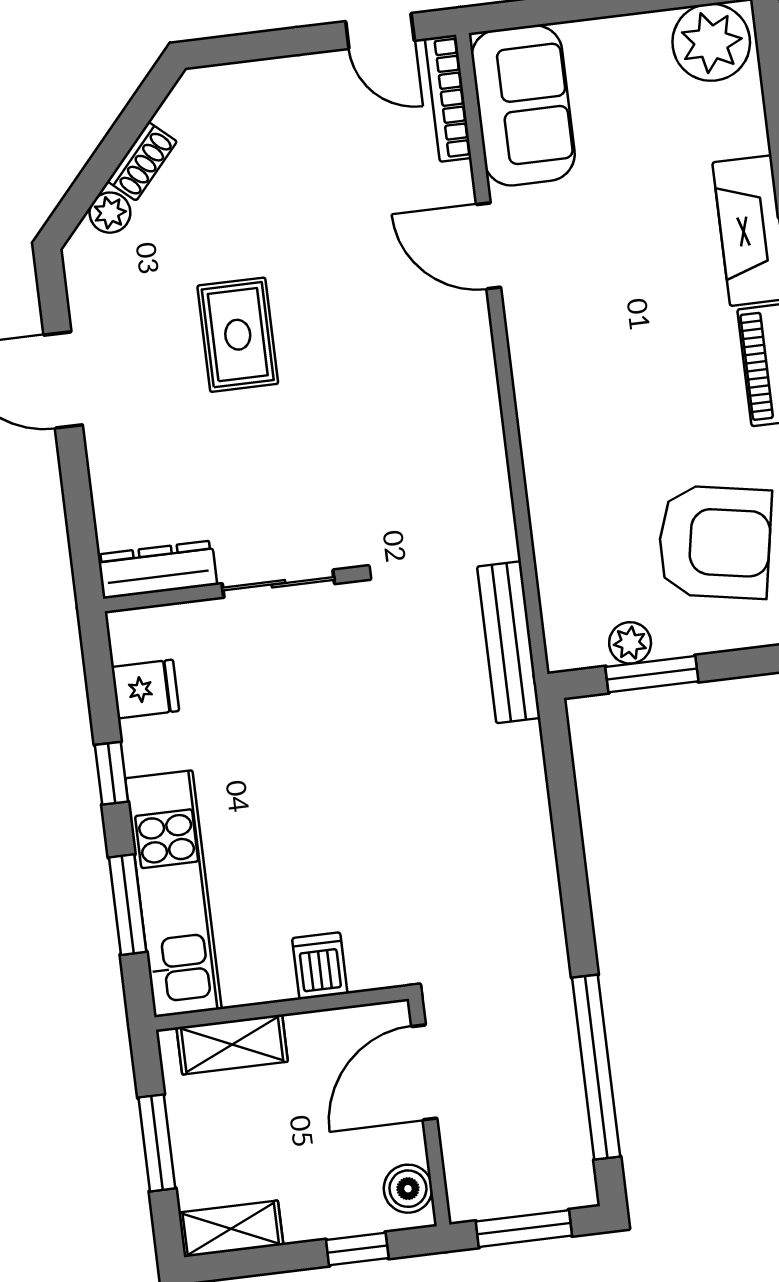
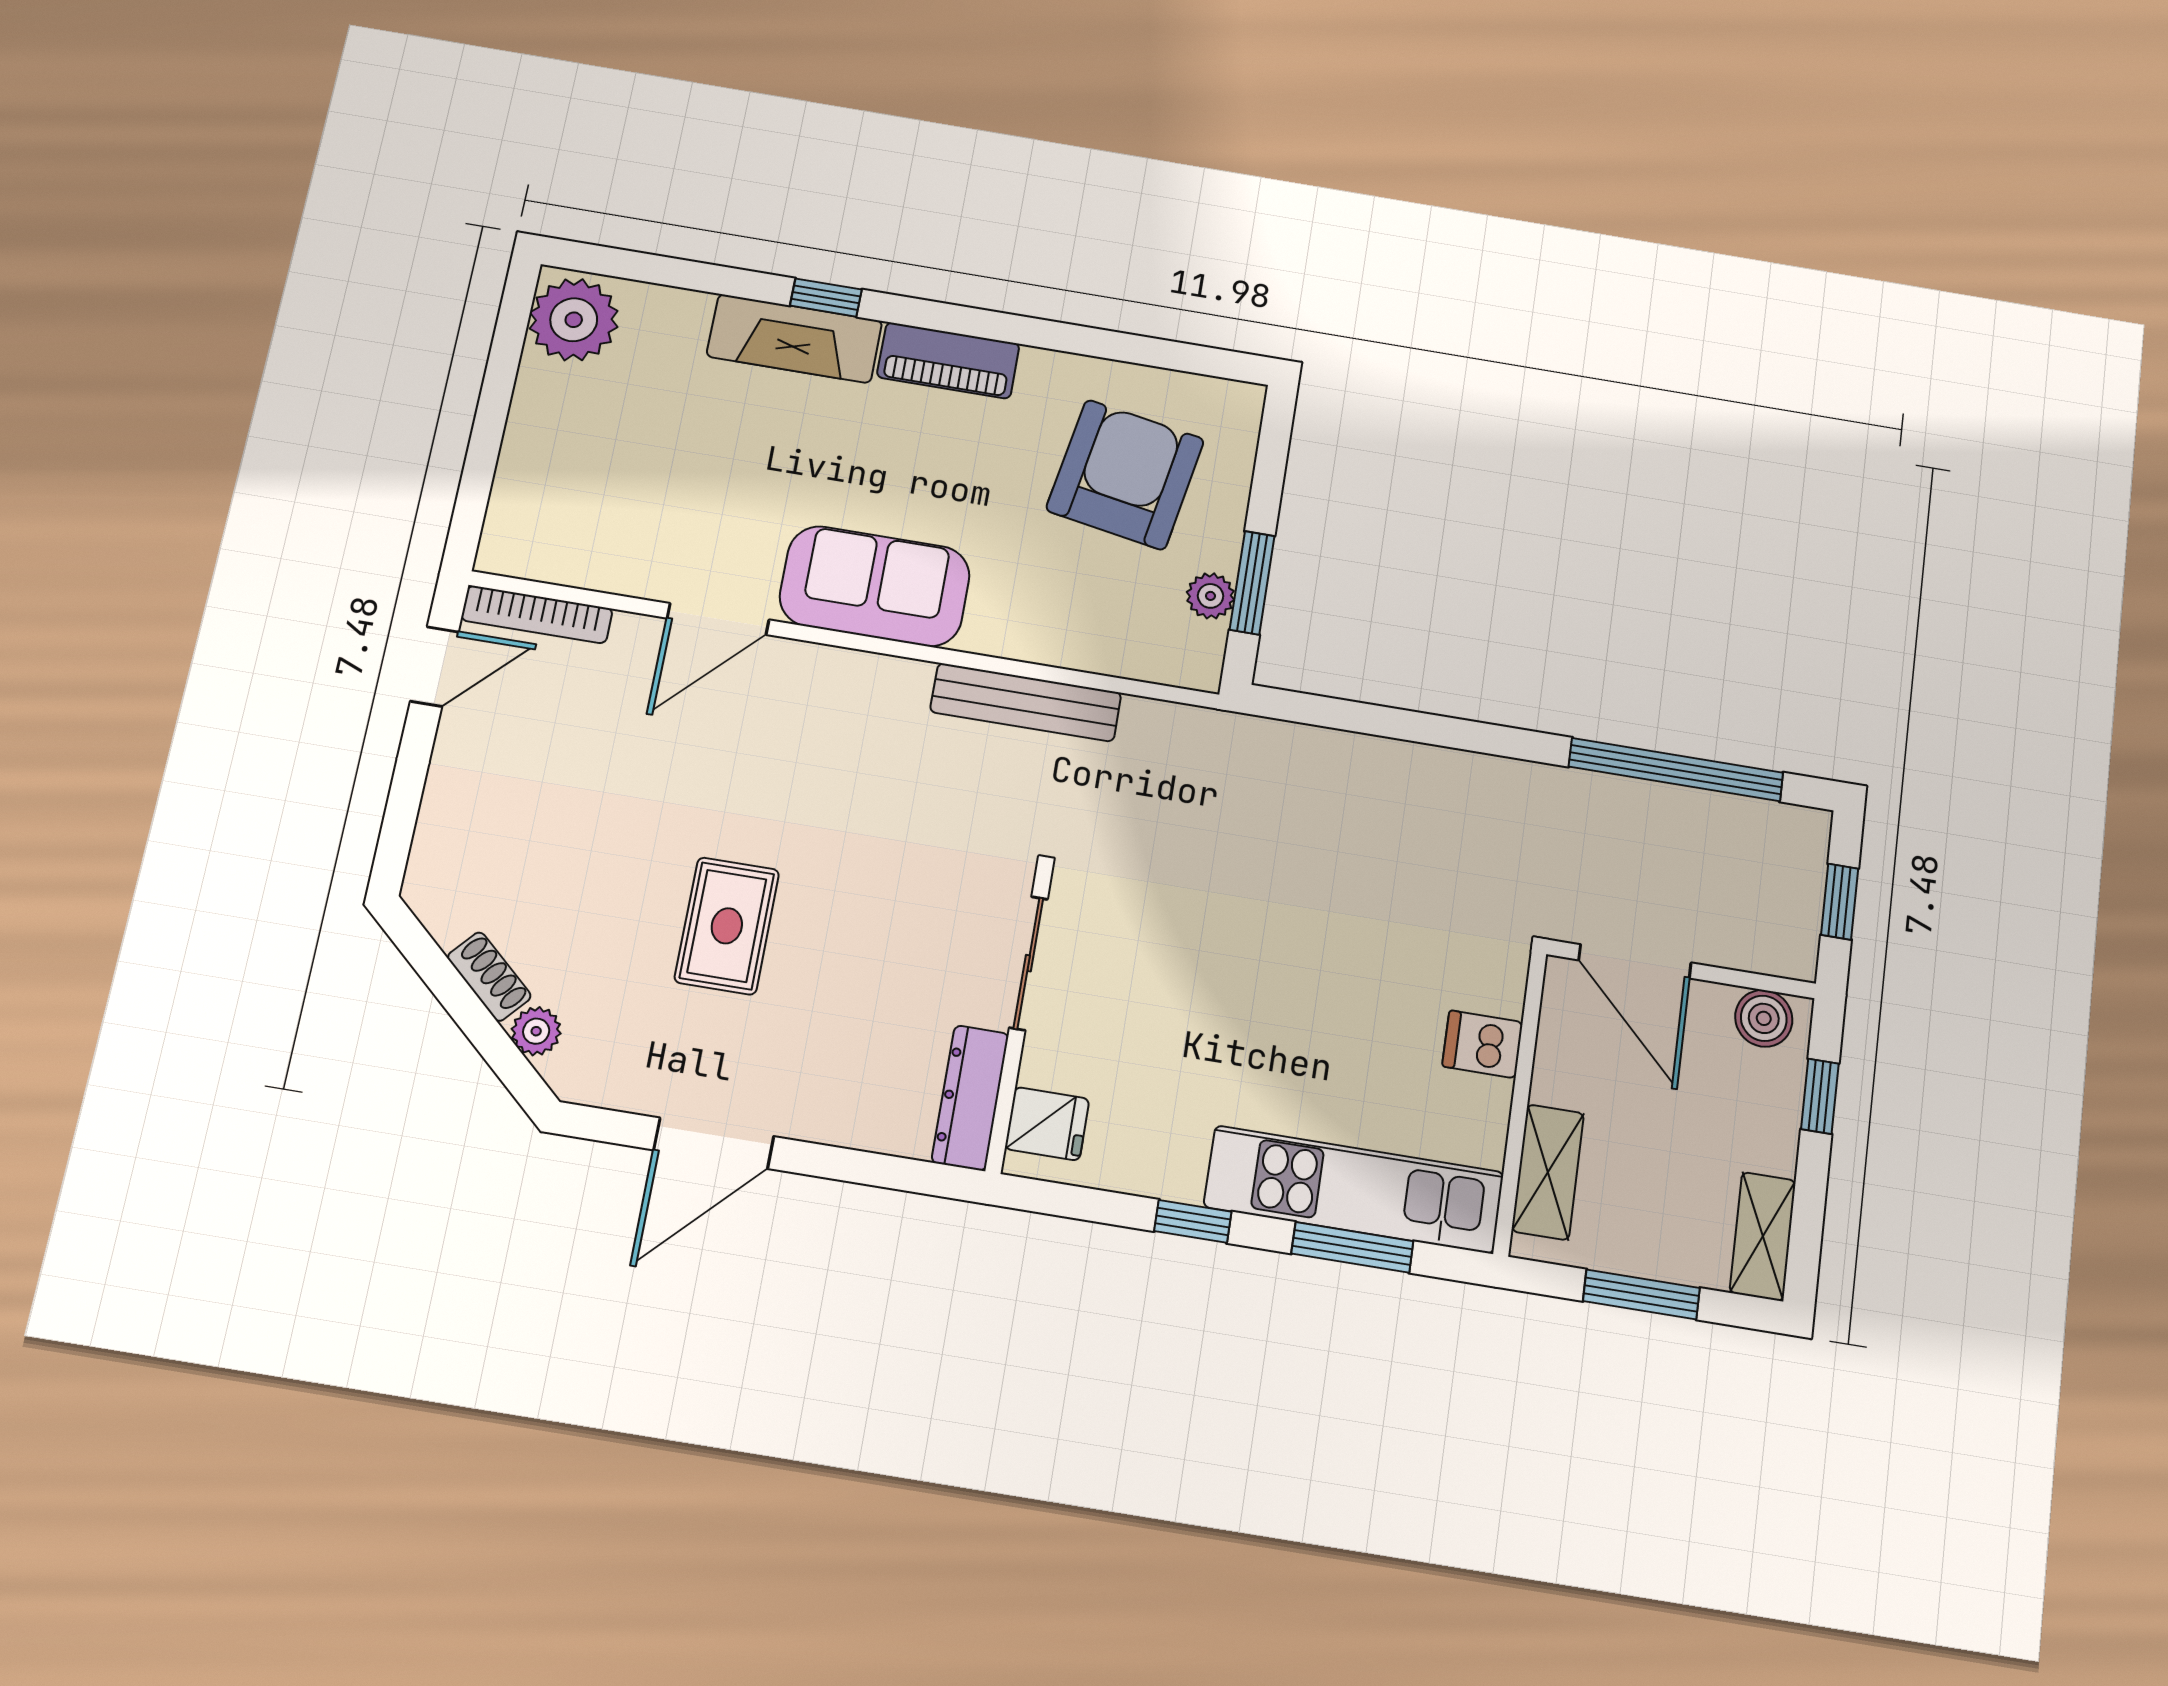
sofa: (523, 105) -> (875, 586), moved
rug: (238, 335) -> (727, 926), turned 90
bench: (509, 642) -> (1026, 702), moved
fridge: (145, 689) -> (1047, 1124), moved, turned 90
window: (524, 1229) -> (1840, 902), width x0.67

